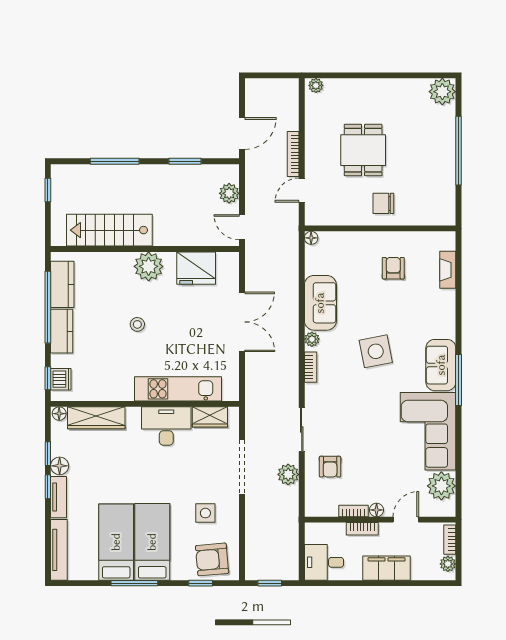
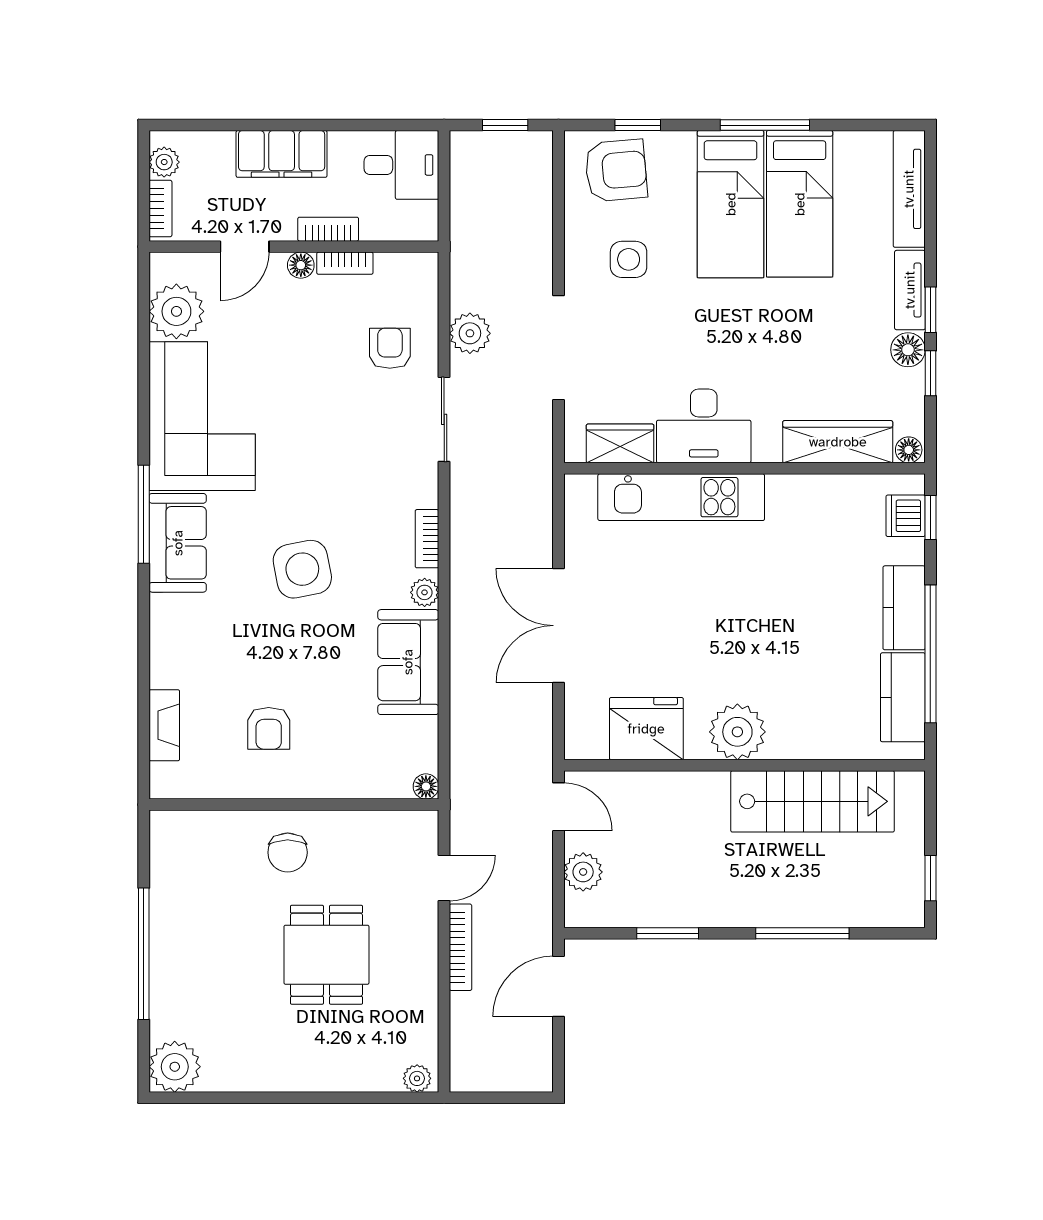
chair: (383, 203) -> (288, 852), turned 90
stool: (137, 324) -> (759, 621), removed

